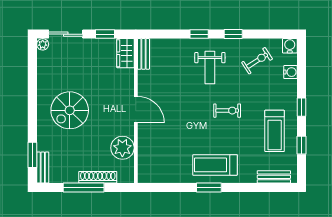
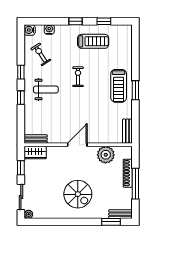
bench: (274, 177) -> (127, 131), moved

